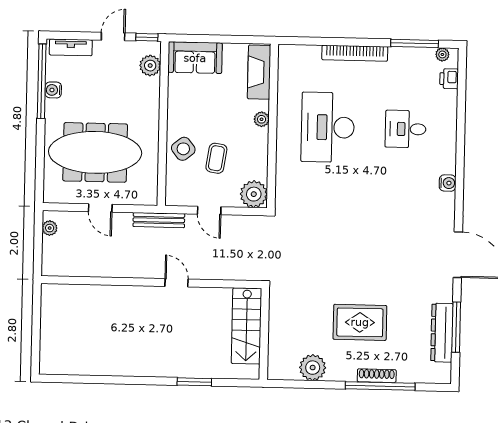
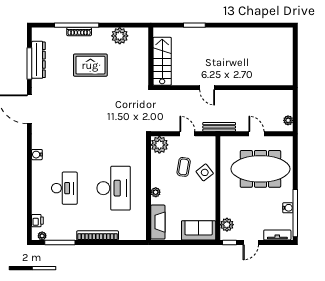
desk: (406, 129) -> (64, 188), width x1.37

